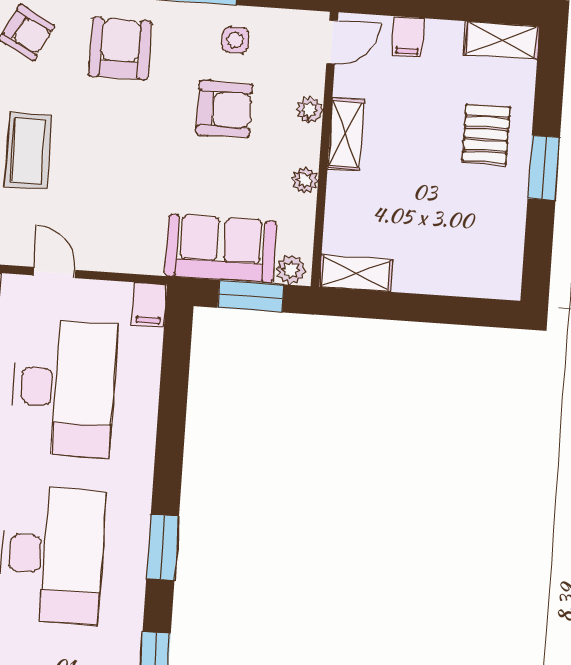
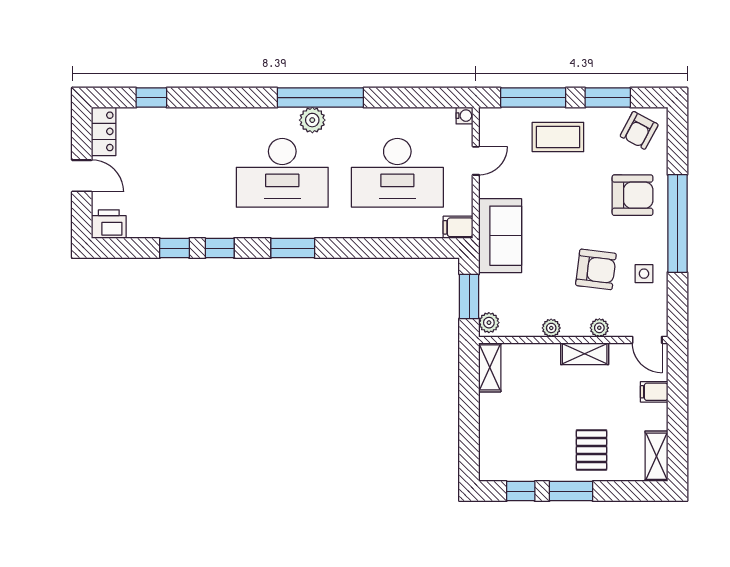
armchair: (224, 109) -> (596, 269), turned -83
pallet: (486, 134) -> (591, 450), turned 90
window: (539, 241) -> (521, 491), added
sofa: (221, 249) -> (500, 236), moved

